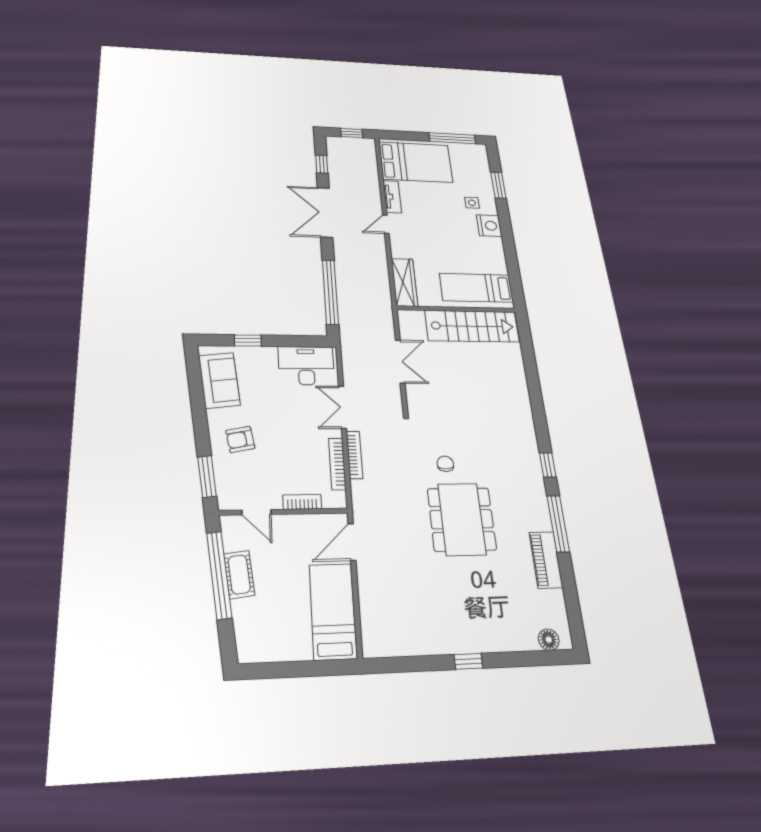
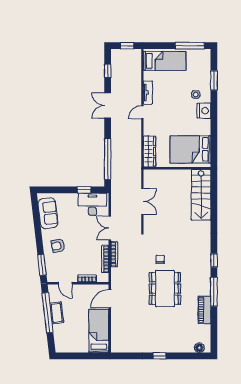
bed: (416, 162) -> (165, 61), width x0.67
double door: (325, 212) -> (108, 105), width x0.73
bed: (476, 288) -> (190, 149), width x1.50
stairs: (472, 326) -> (201, 195), moved, turned 90
window: (248, 340) -> (84, 190), moved

